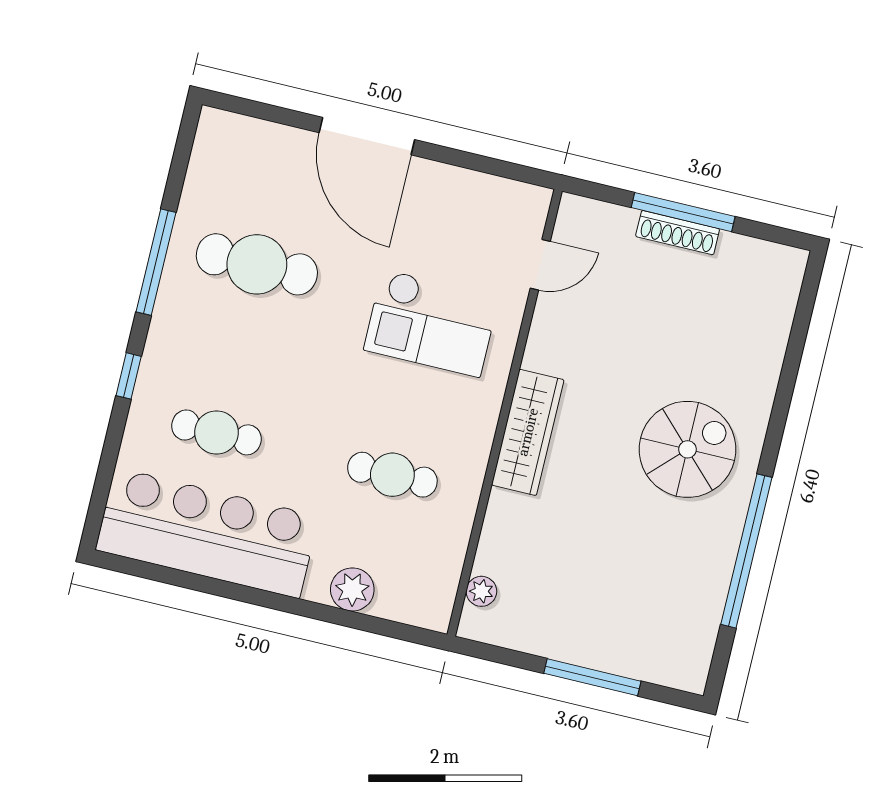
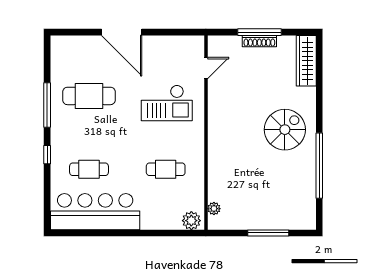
wardrobe: (528, 432) -> (306, 61), moved, turned 180
plant: (352, 589) -> (191, 221), moved

